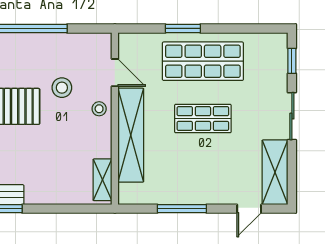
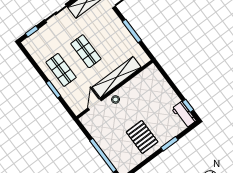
shop shelf: (203, 61) -> (61, 70), width x0.70, depth x0.74
stool: (62, 88) -> (118, 123), removed
shelving: (102, 180) -> (145, 75), removed

